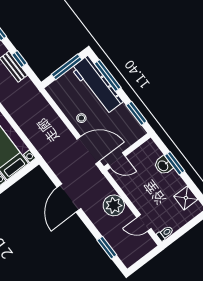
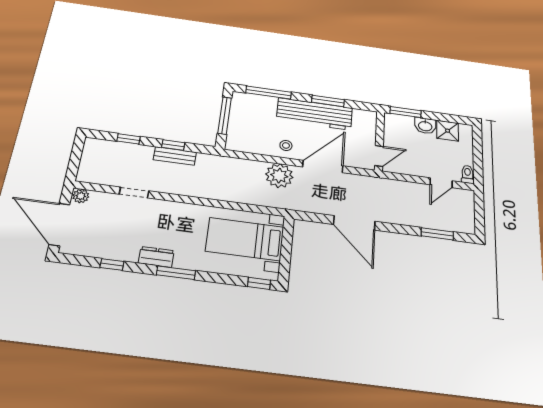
workbench: (97, 85) -> (315, 114), moved
wall: (127, 152) -> (380, 141), moved
door: (116, 160) -> (379, 156), moved
washbasin: (163, 166) -> (425, 126), moved
plant: (114, 205) -> (279, 176), moved

